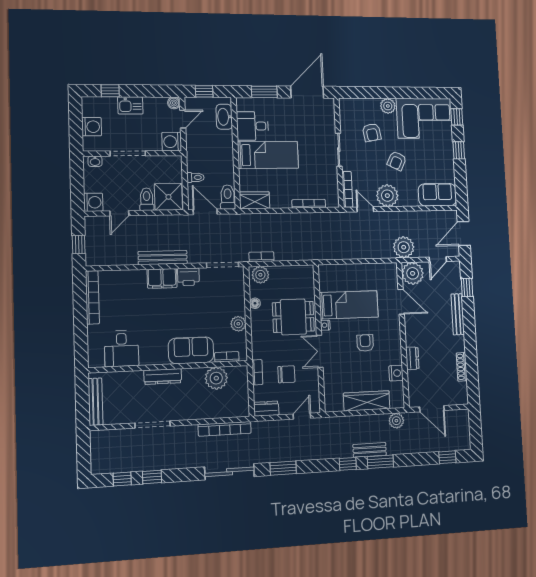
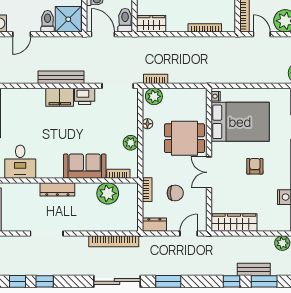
bed: (349, 305) -> (240, 122), width x1.50
nightstand: (325, 325) -> (216, 96), moved
wardrobe: (367, 401) -> (234, 222), moved

